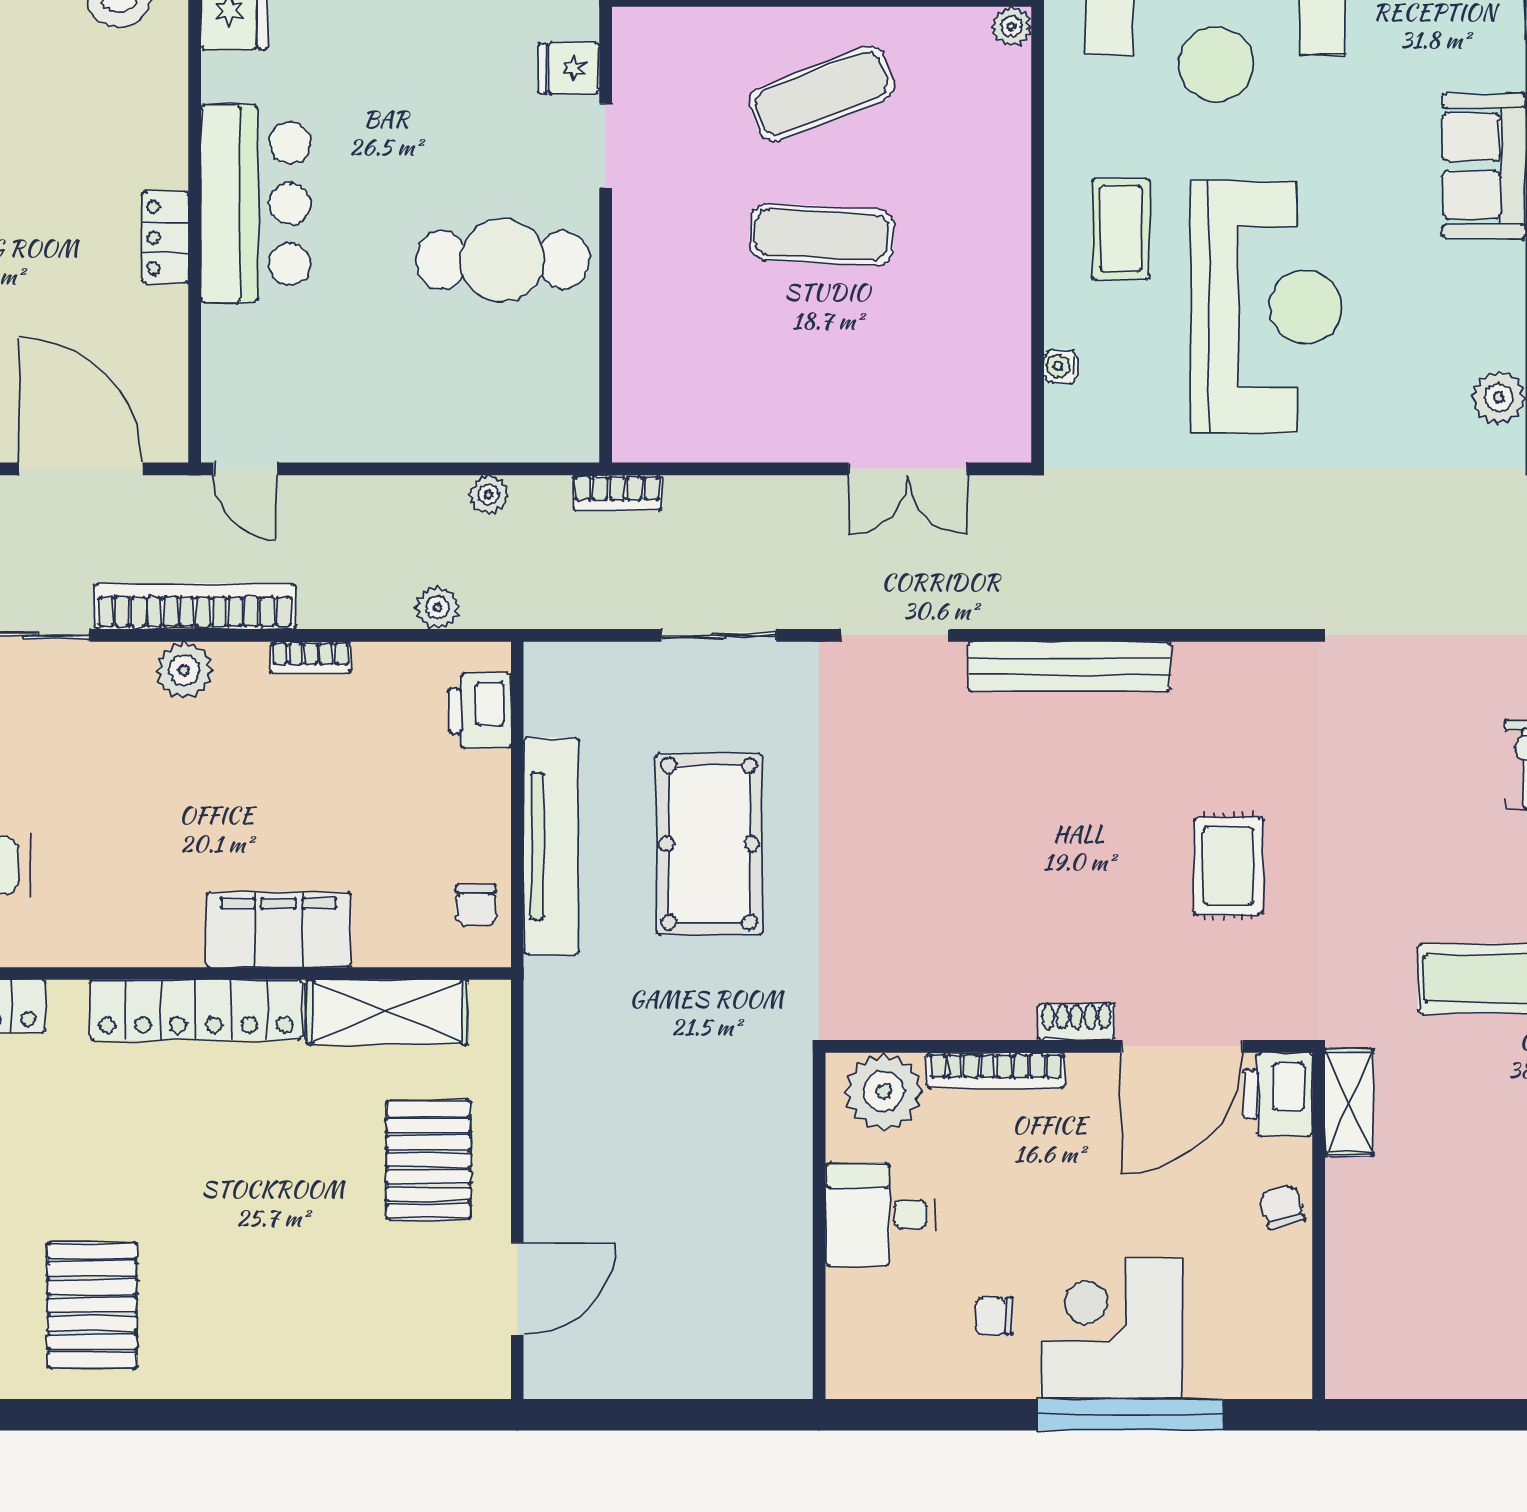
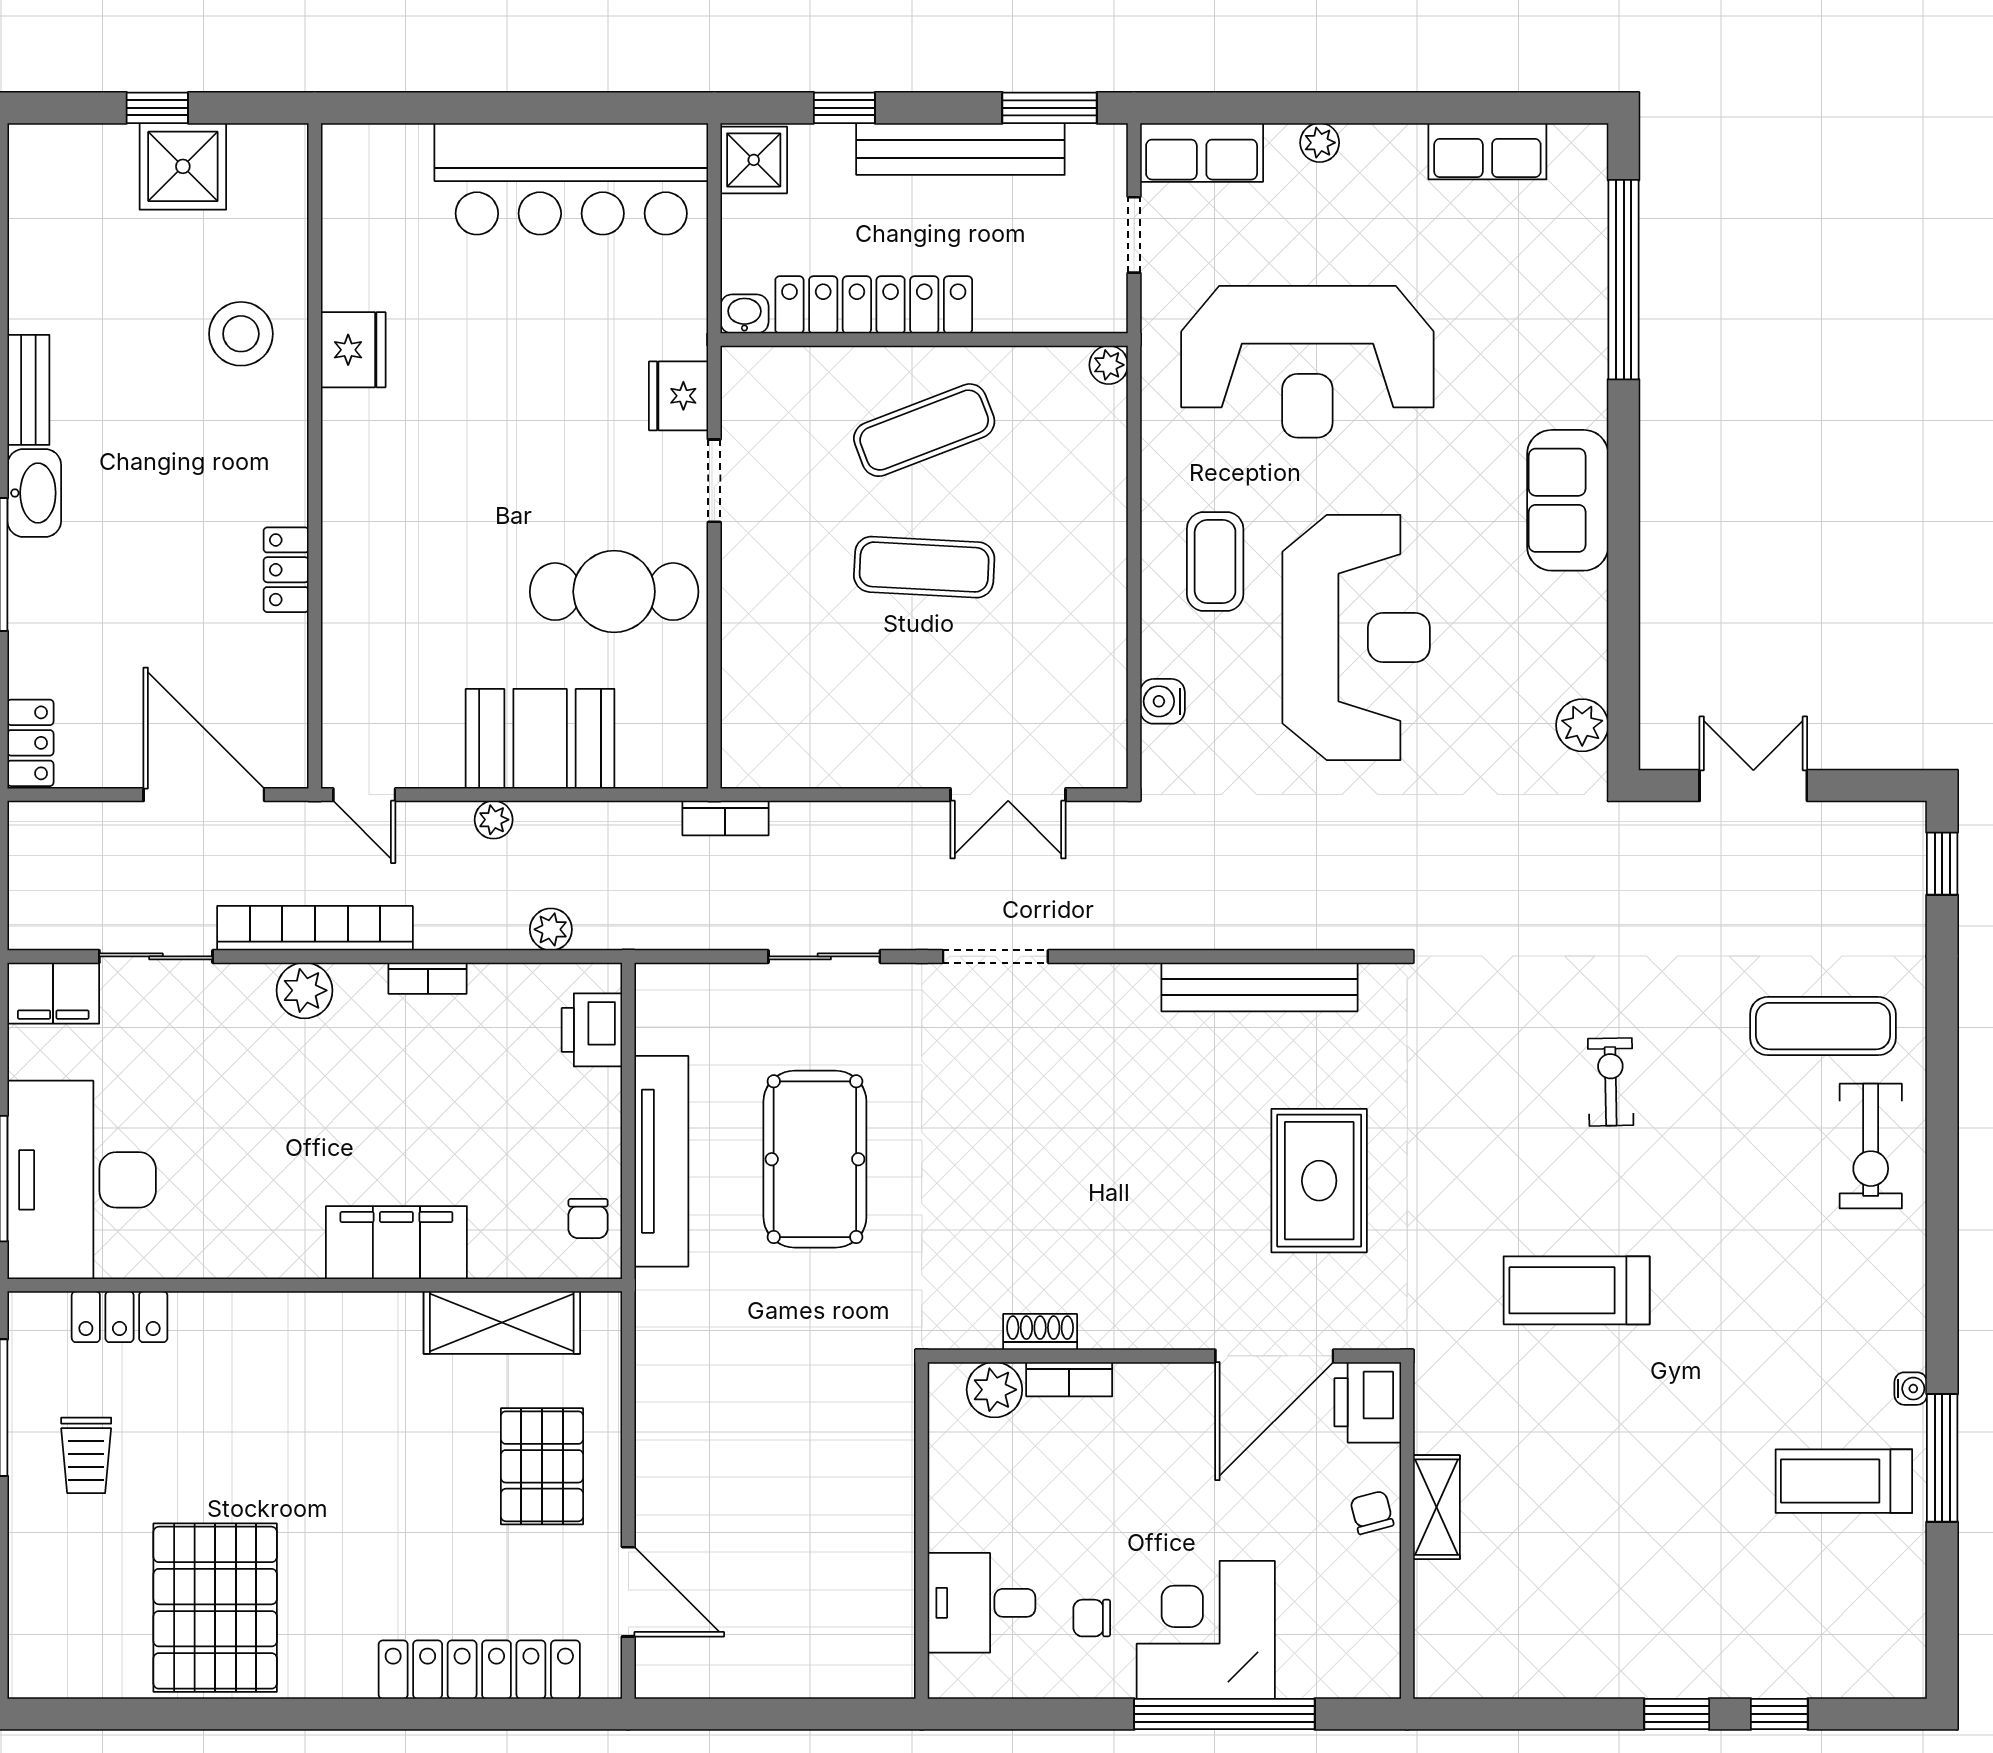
fridge: (569, 68) -> (679, 396), width x1.38
bar counter: (256, 203) -> (374, 537), removed
water cooler: (1061, 366) -> (1162, 701), width x1.38, depth x1.38
booth: (426, 411) -> (540, 739), added
plant: (488, 495) -> (494, 820), moved
bench: (1069, 667) -> (1259, 987), moved
rug: (1228, 866) -> (1319, 1181), width x1.36, depth x1.43
locker: (196, 1010) -> (479, 1670), moved, turned 180
shoe rack: (1076, 1022) -> (1040, 1332), moved
bookcase: (996, 1070) -> (1069, 1379), width x0.64
plant: (884, 1091) -> (994, 1390), width x0.73, depth x0.73
shelving: (1349, 1102) -> (1437, 1507), moved
desk: (881, 1215) -> (981, 1603), moved
door: (517, 1289) -> (628, 1592), hinge flipped
pallet: (92, 1305) -> (215, 1608), width x1.37, depth x1.41

